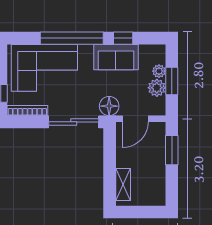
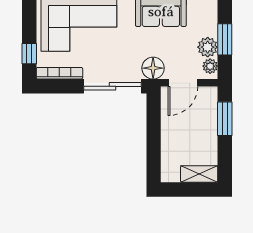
plant: (159, 71) -> (210, 66), moved
shelving: (123, 185) -> (199, 174), moved, turned 90

